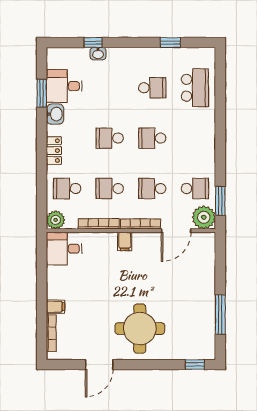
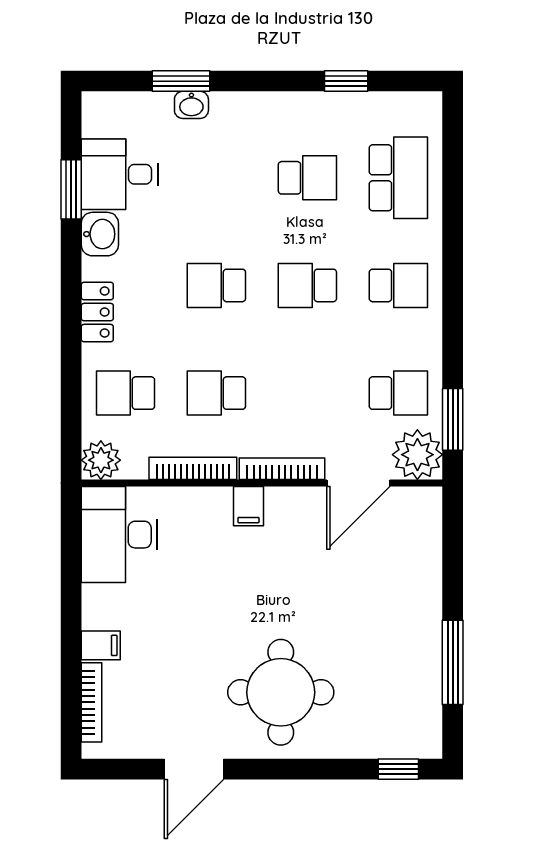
window: (93, 42) -> (181, 81), width x1.50
school desk: (152, 189) -> (398, 285), moved, turned 180
desk: (64, 249) -> (119, 535), width x1.37

